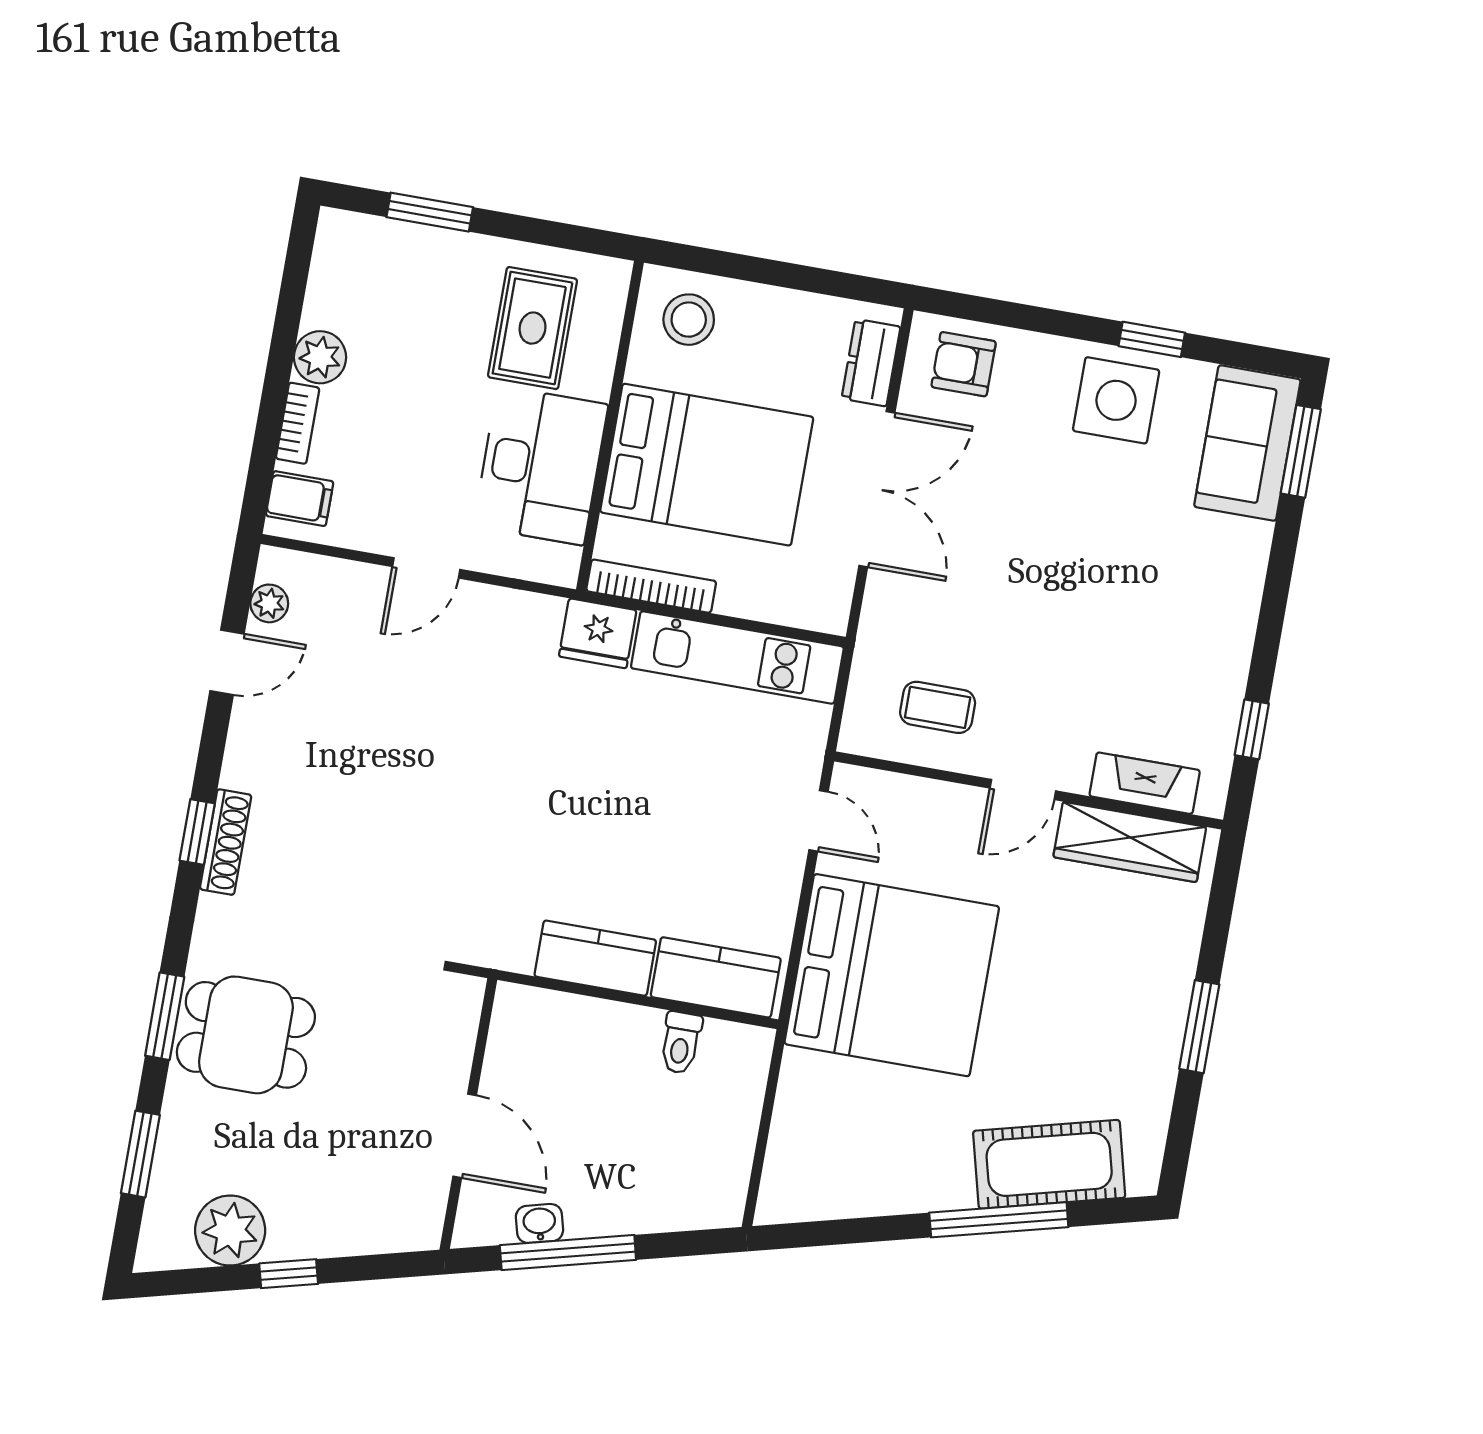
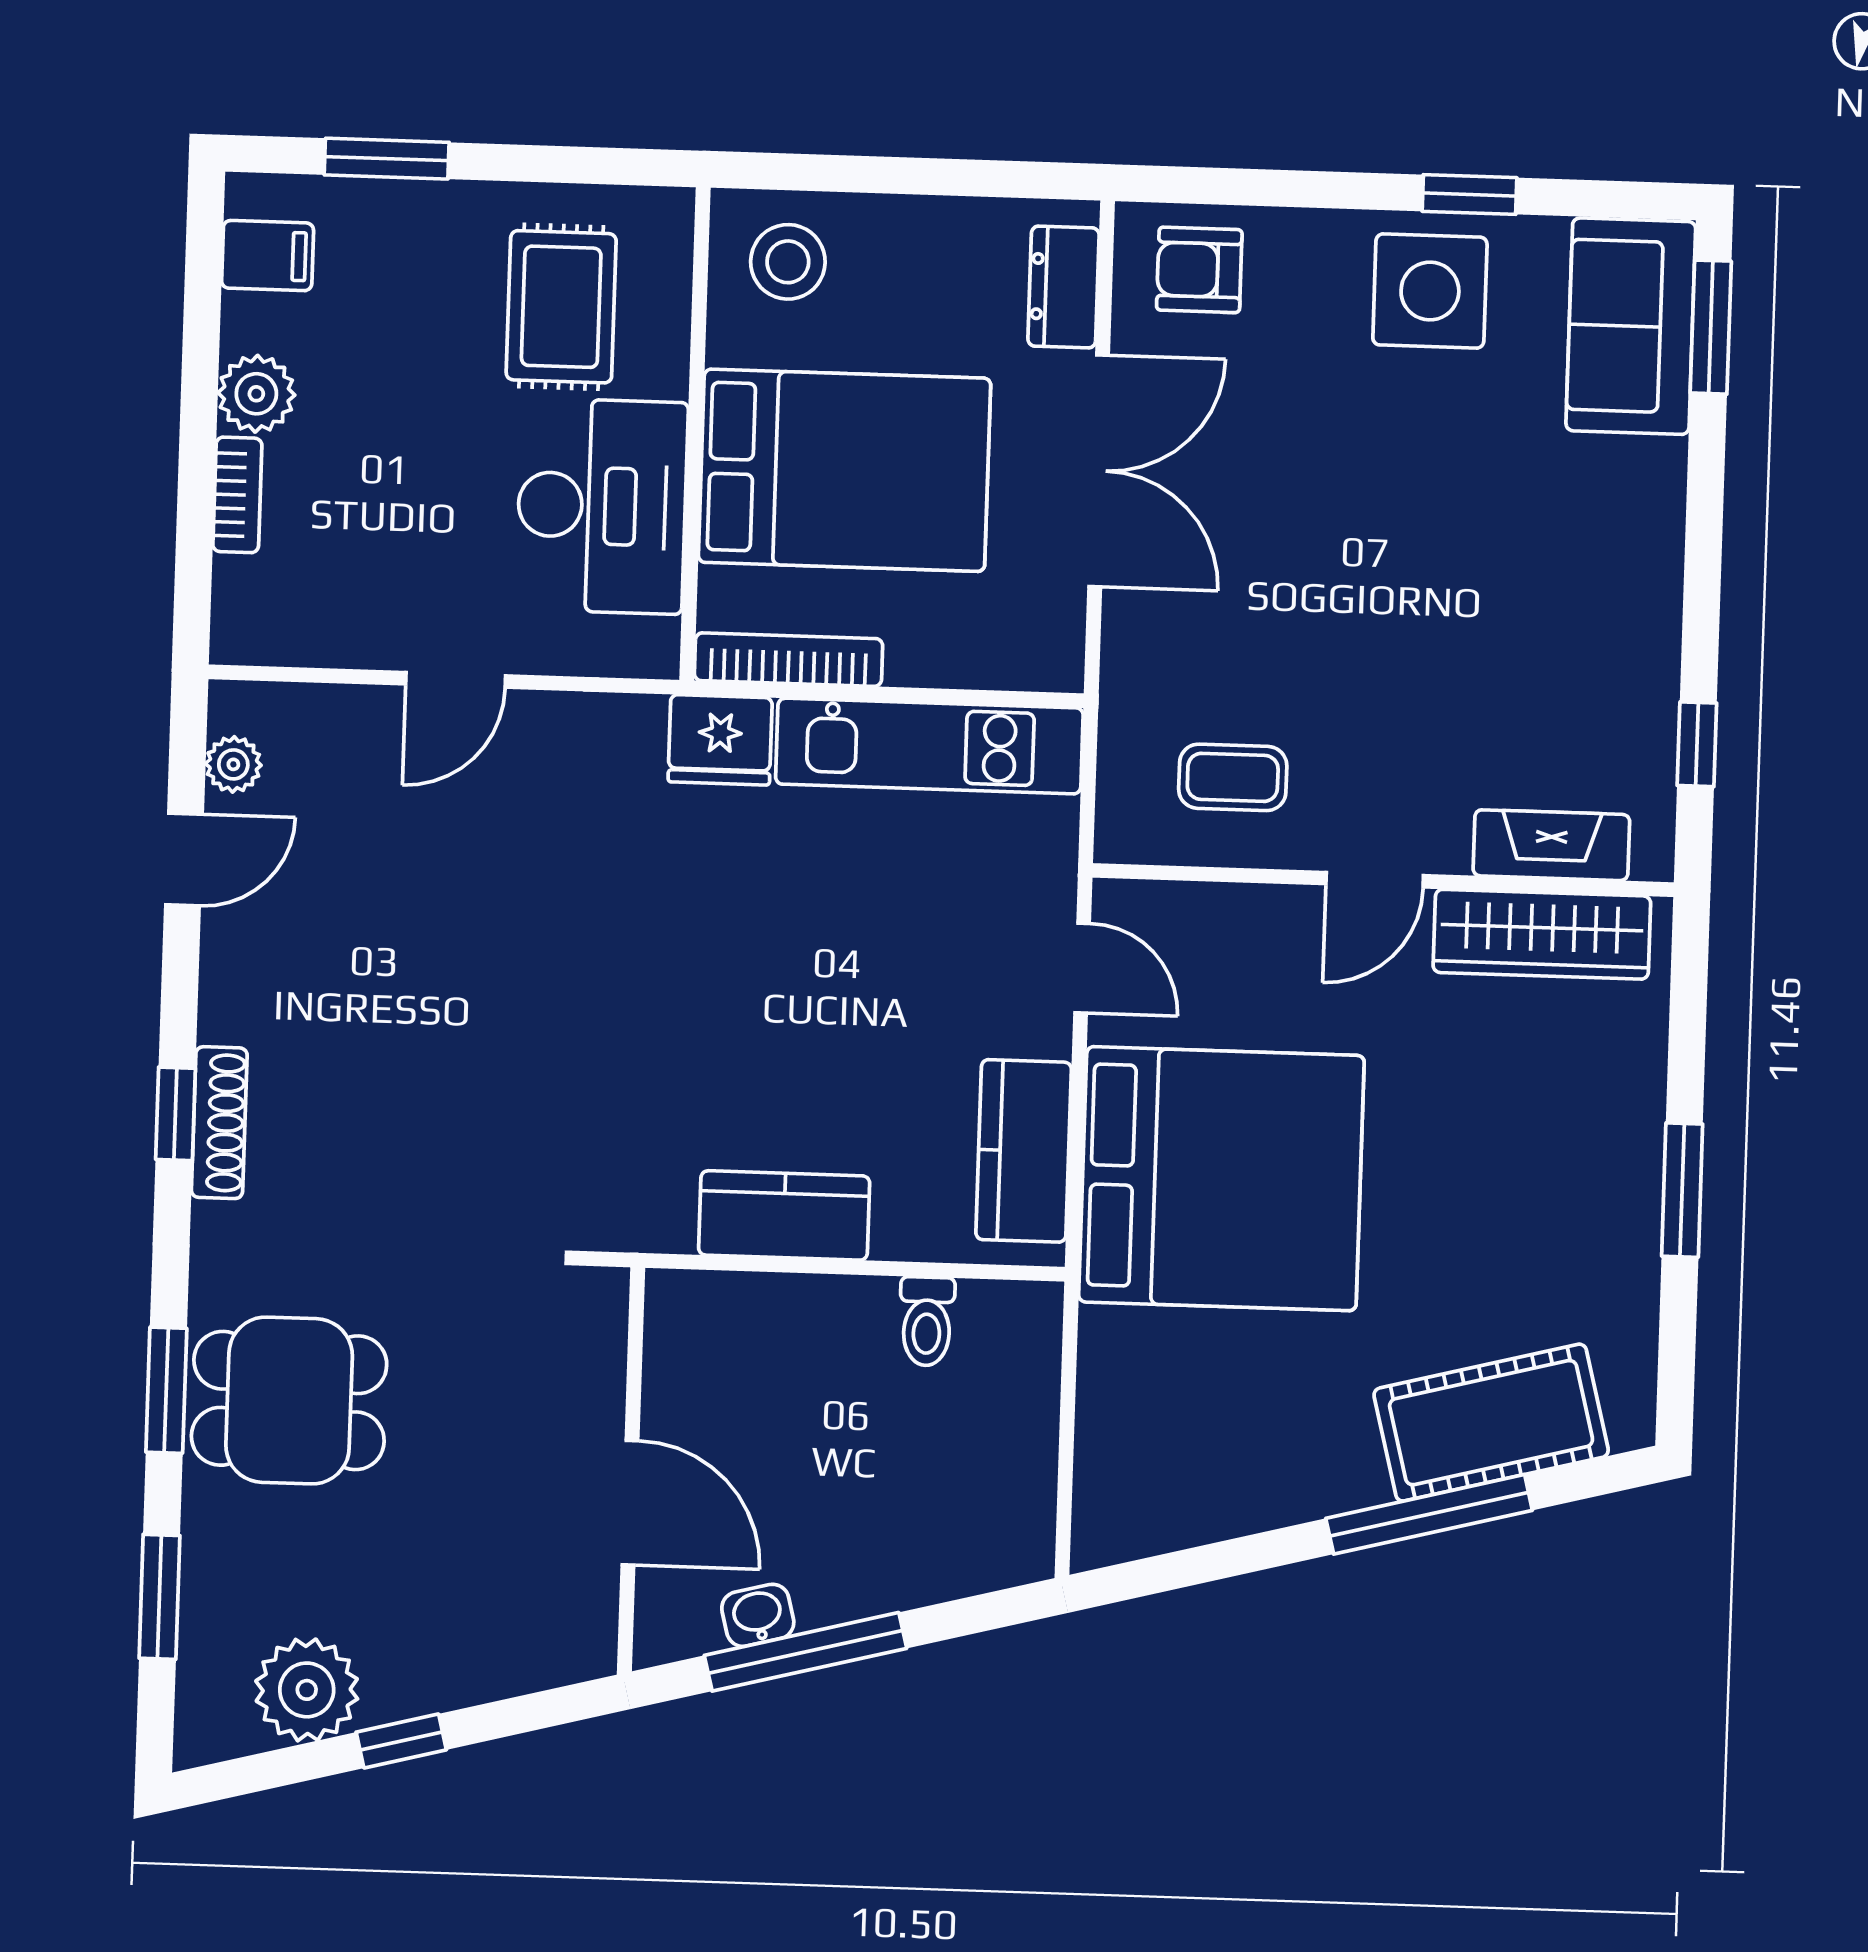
filing cabinet: (300, 499) -> (268, 256), moved
kitchen counter: (716, 977) -> (1024, 1151), moved, turned -90

